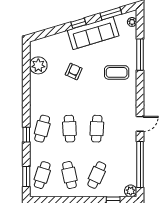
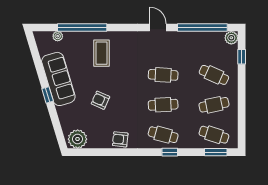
window: (111, 14) -> (37, 59), removed
plant: (132, 22) -> (58, 36), moved
window: (140, 55) -> (82, 27), width x1.46
plant: (38, 65) -> (78, 139), moved
armchair: (38, 90) -> (120, 139), added

